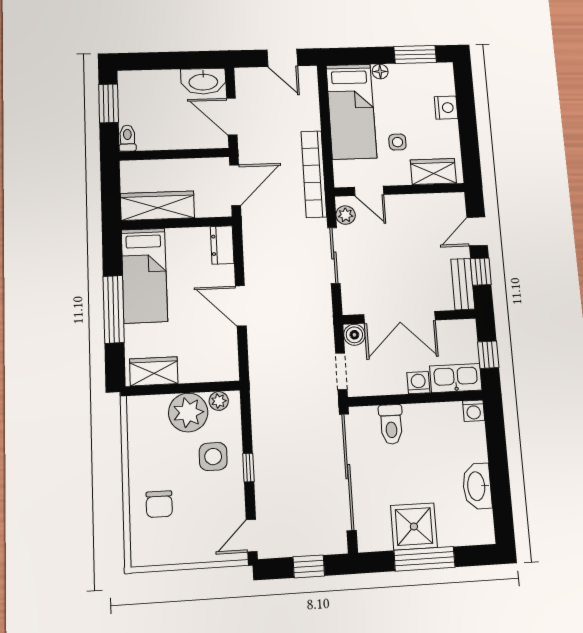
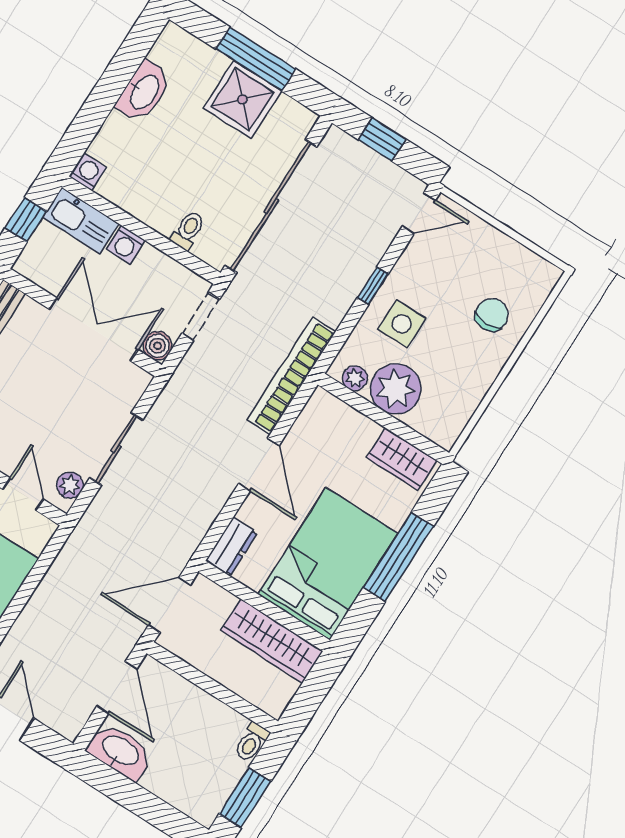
bookcase: (314, 174) -> (291, 376), moved, turned 180
bed: (144, 276) -> (328, 564), width x1.50
toilet: (391, 424) -> (188, 230), width x0.73, depth x0.72

